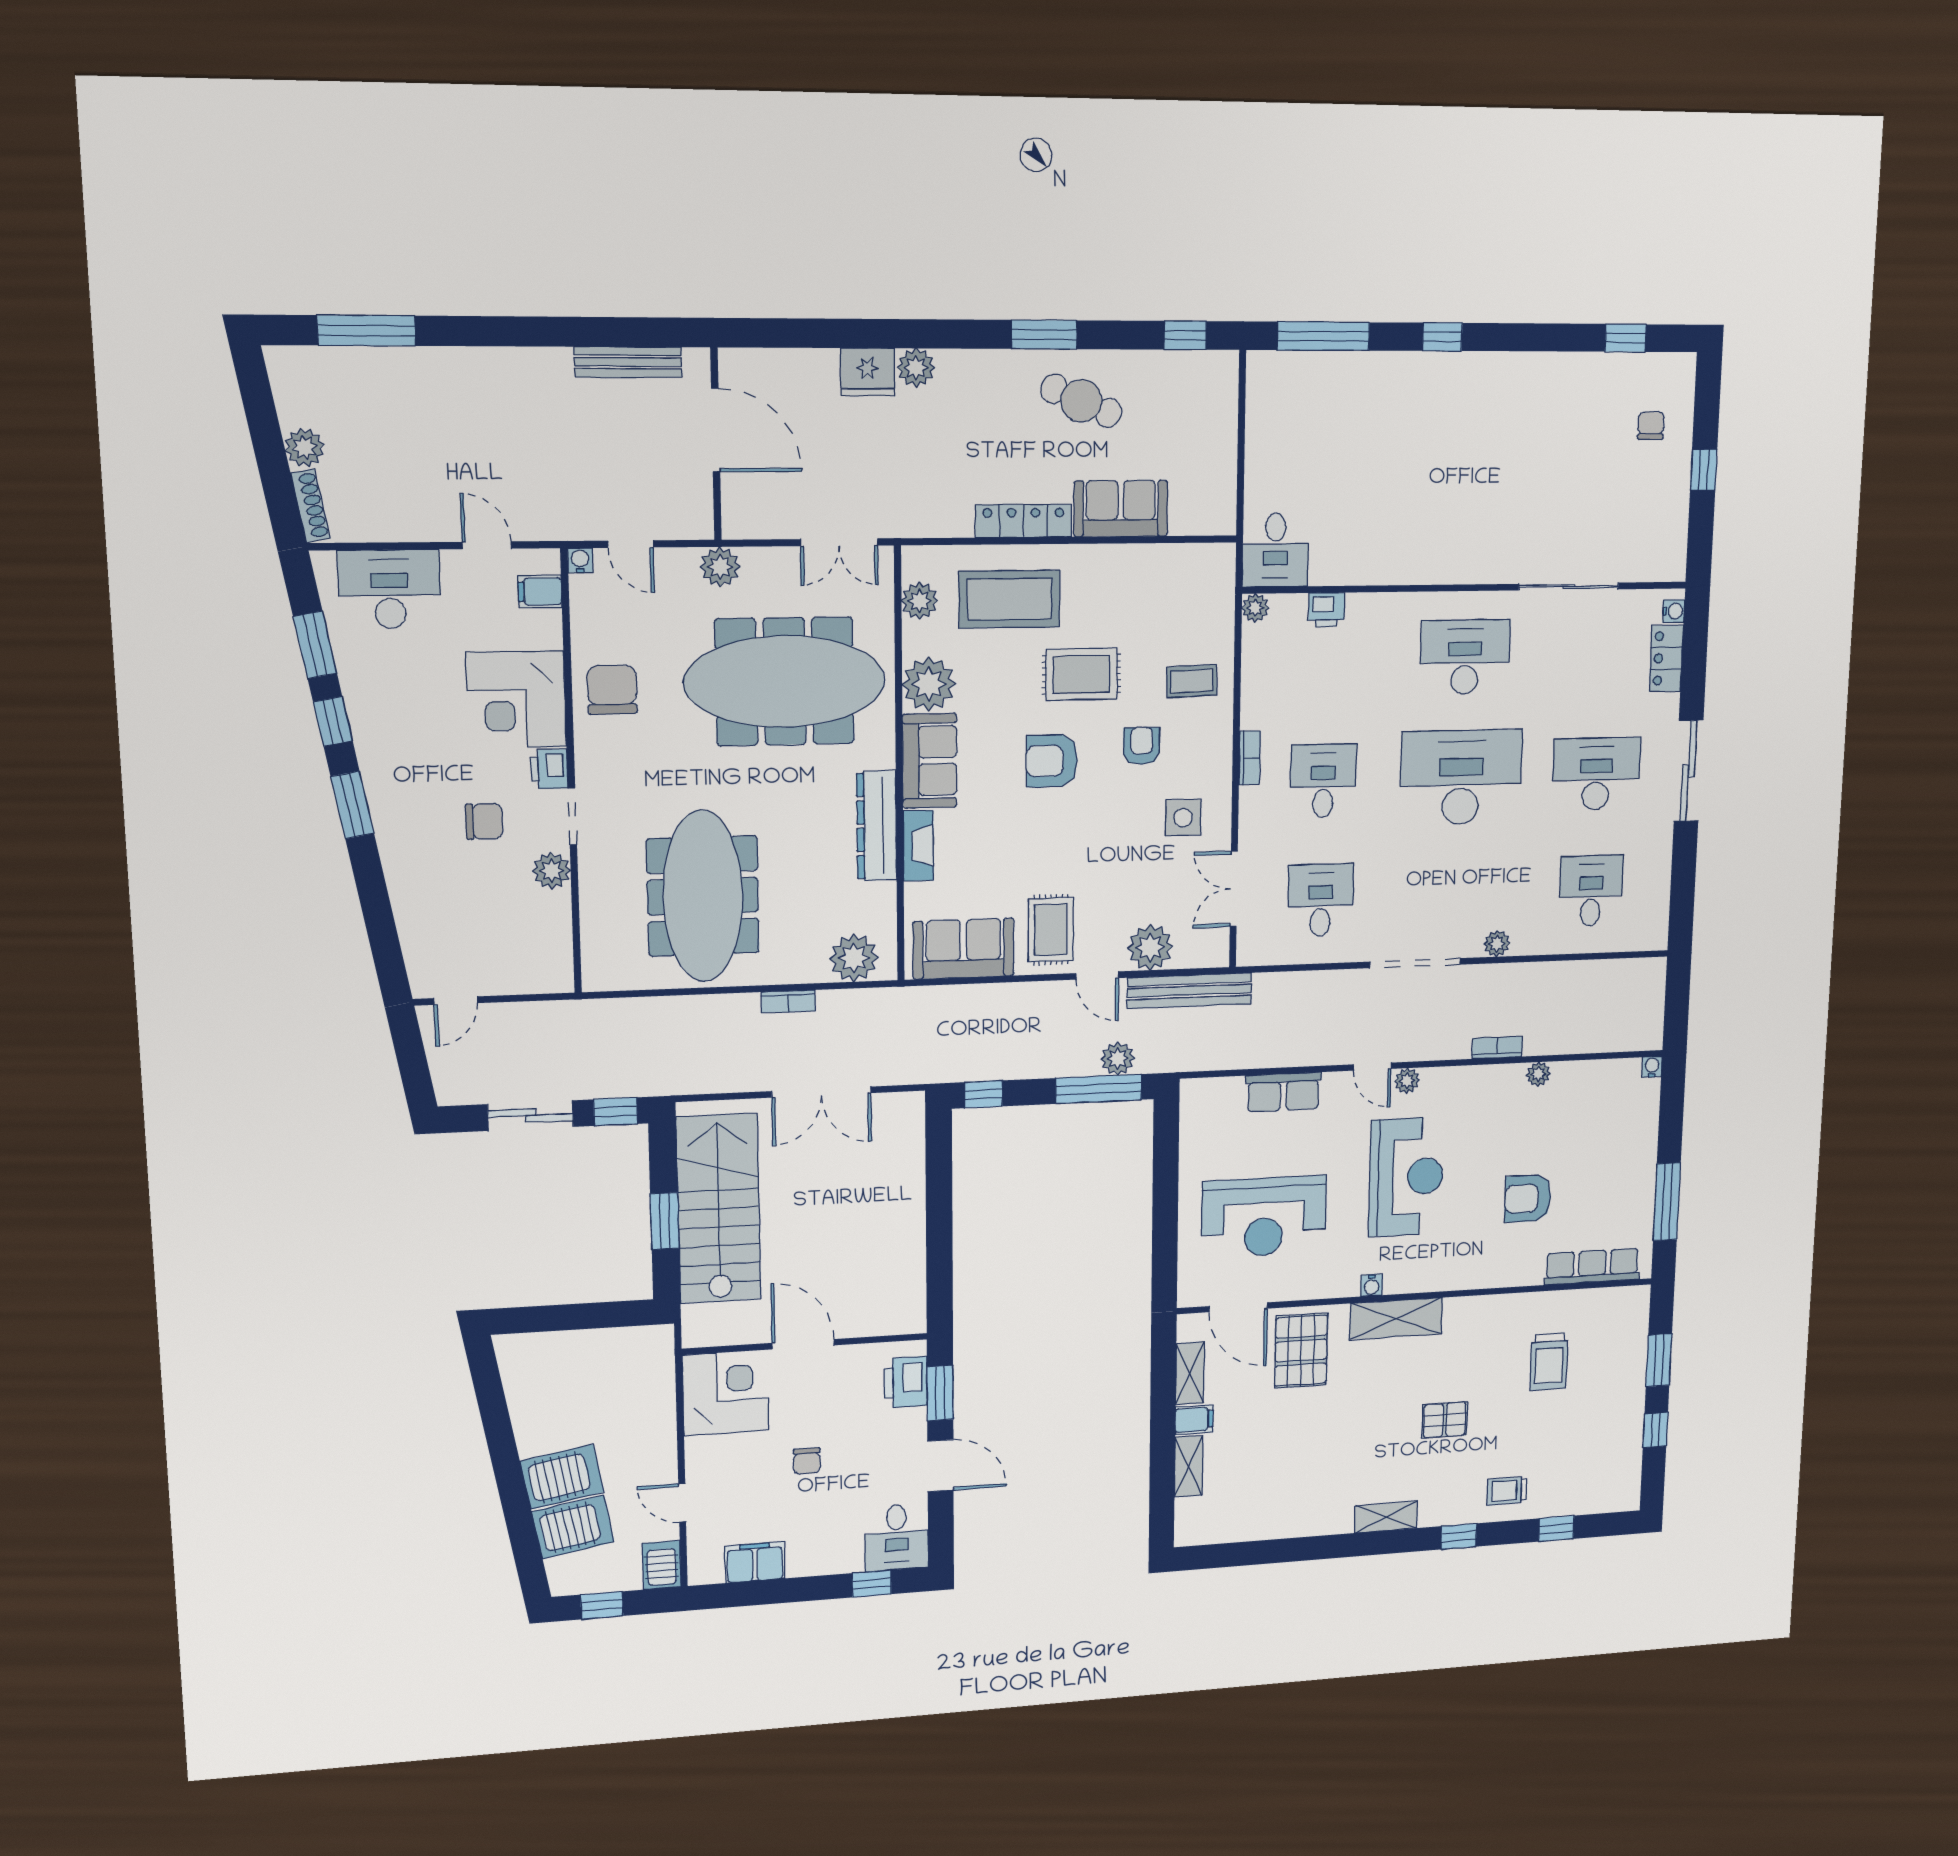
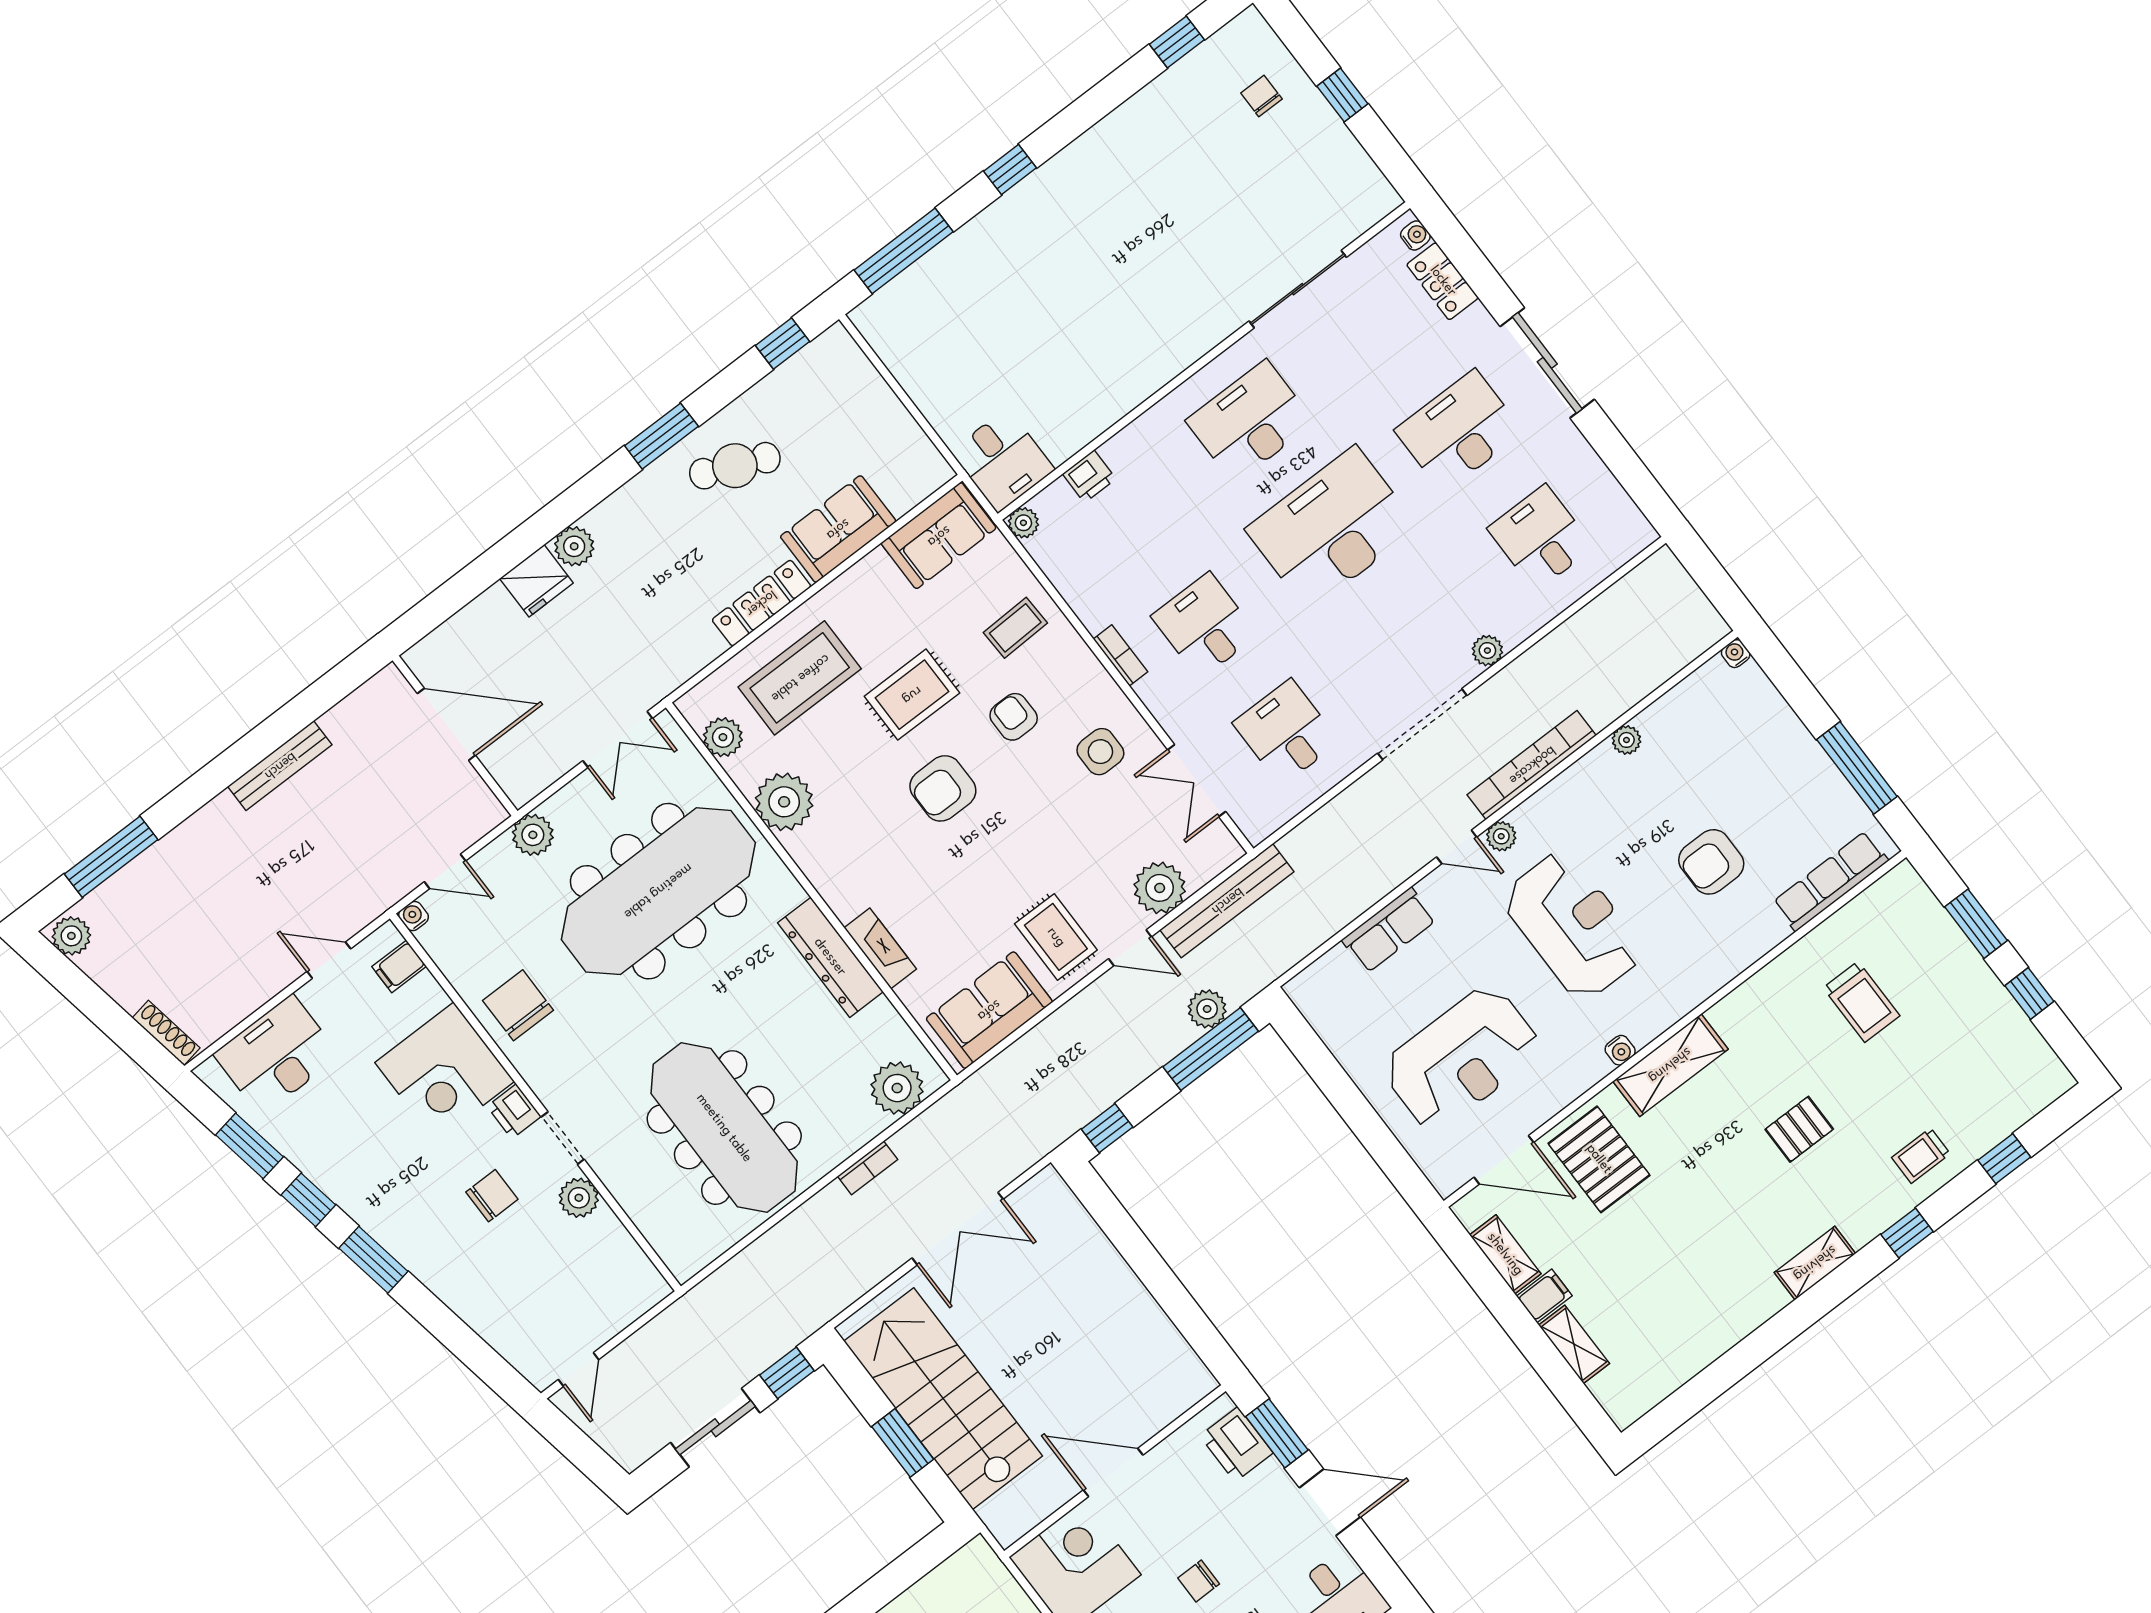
bench: (628, 362) -> (280, 766), moved
plant: (305, 448) -> (71, 936), moved
sofa: (930, 761) -> (939, 536), moved, turned 90
bookcase: (1497, 1048) -> (1532, 765), width x2.31, depth x1.31
chair: (807, 1461) -> (1199, 1581), turned 90

